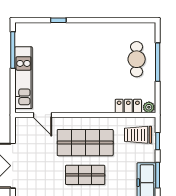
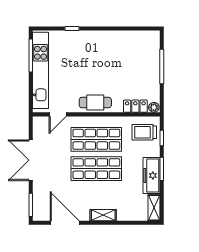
cafe table: (137, 59) -> (95, 103), moved, turned 90
kitchen unit: (24, 78) -> (40, 70), width x1.36
door: (42, 115) -> (58, 114), hinge flipped
shop shelf: (85, 175) -> (96, 169), width x1.43, depth x1.36

